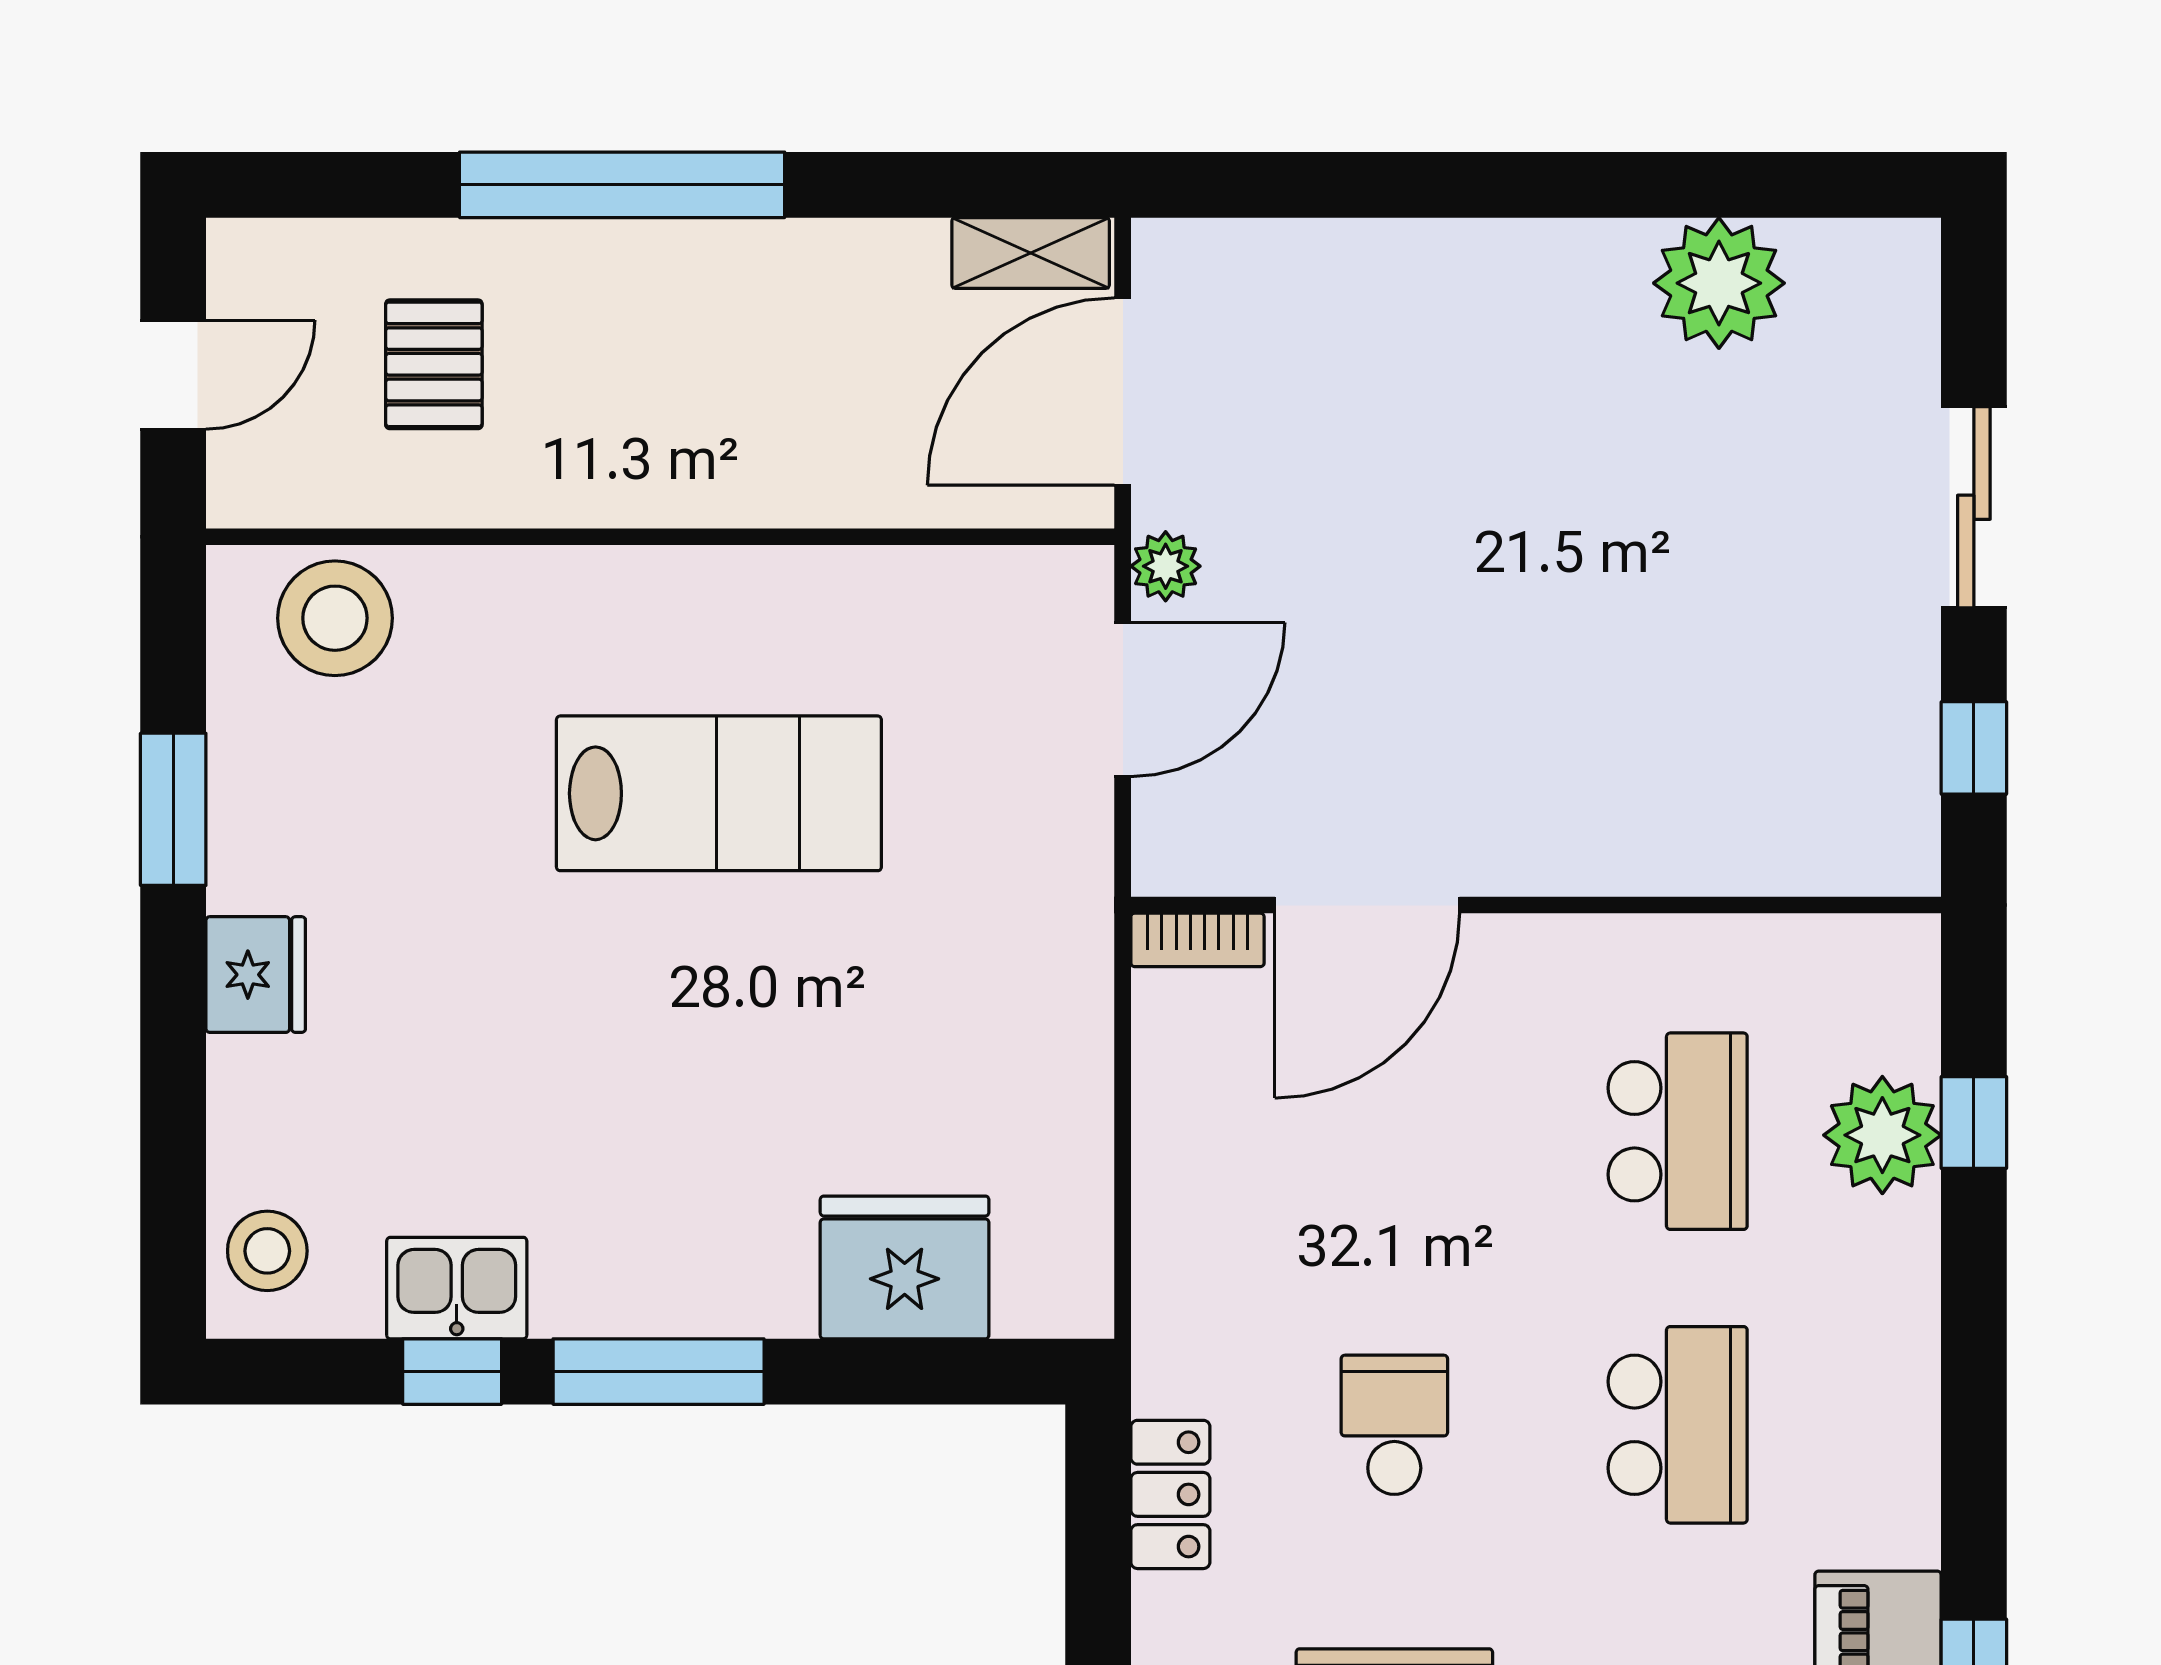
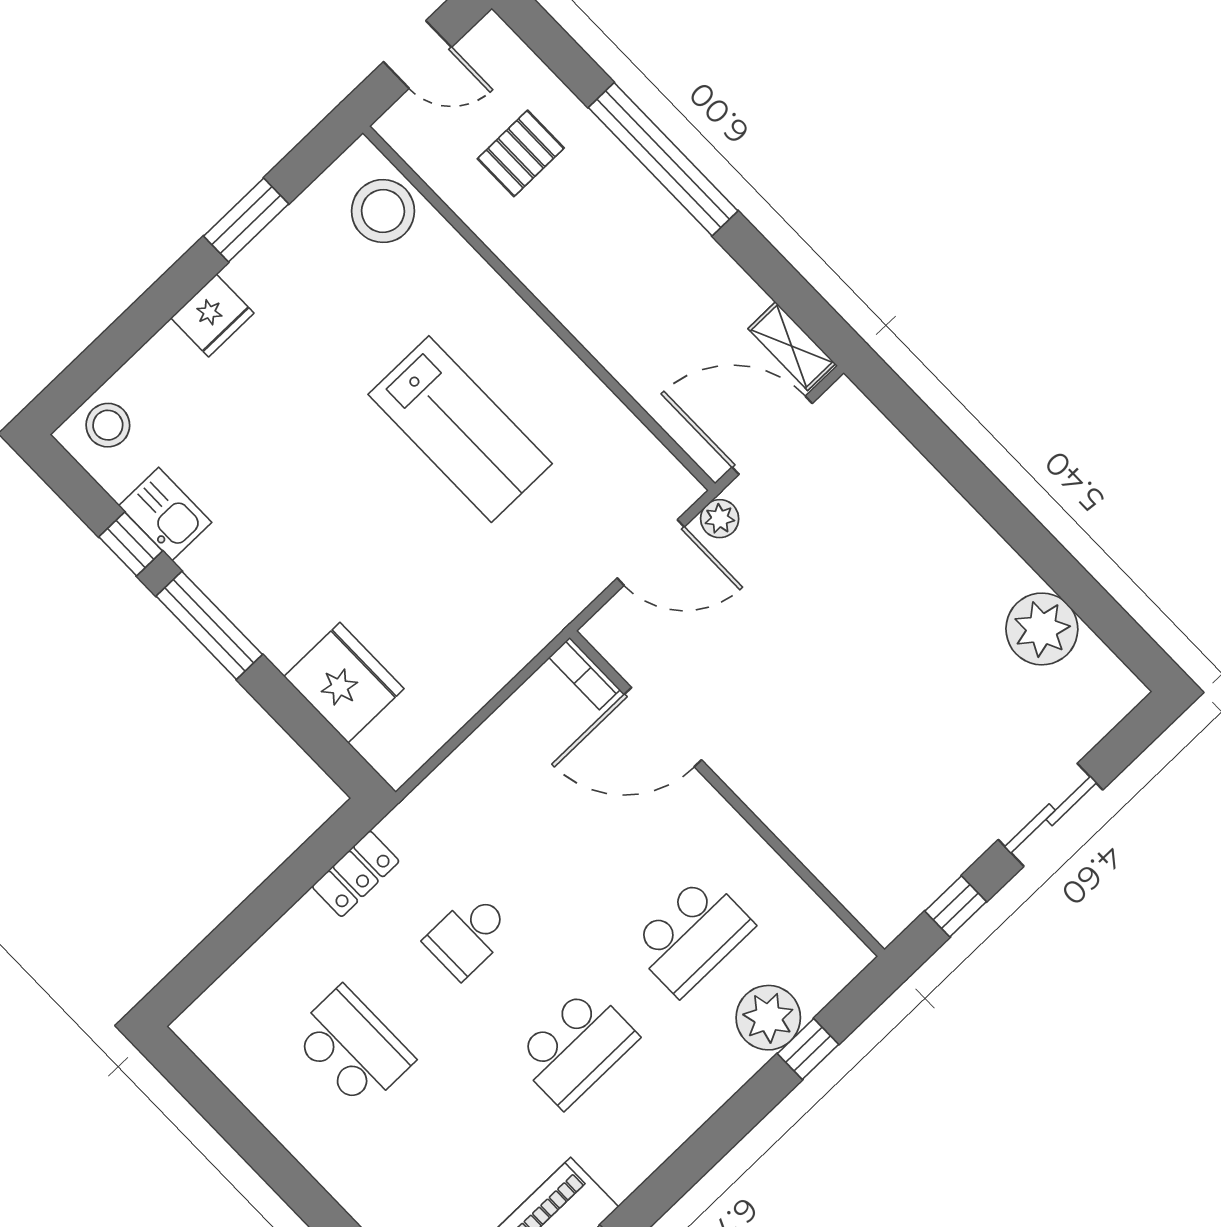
school desk: (1394, 1425) -> (468, 936), turned 180

